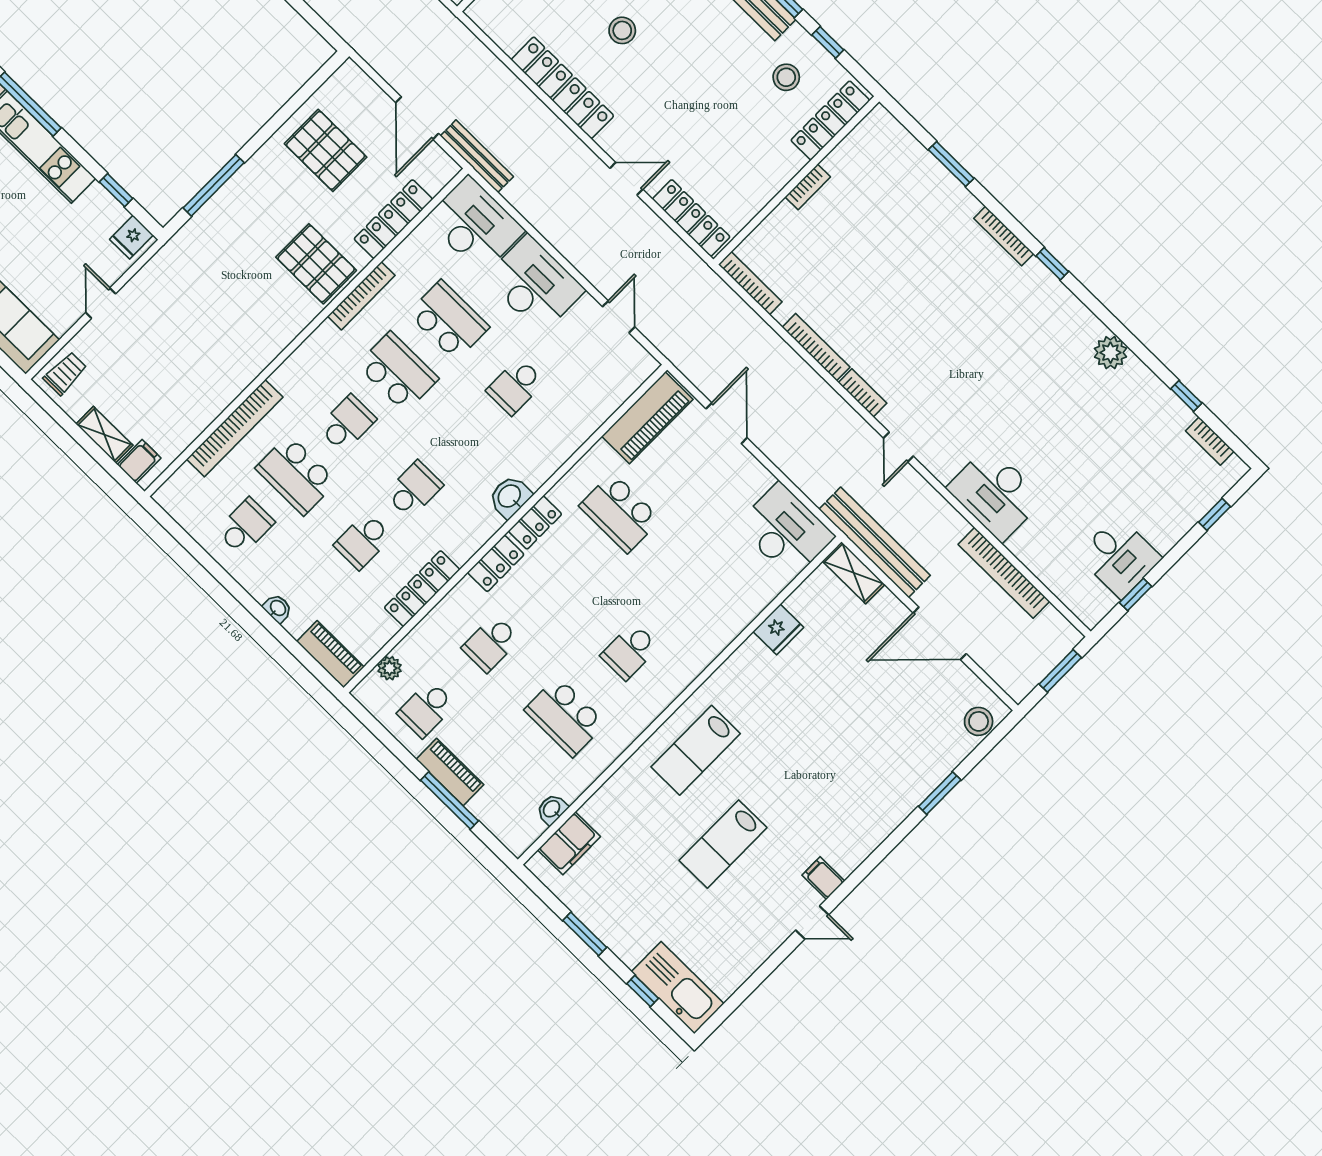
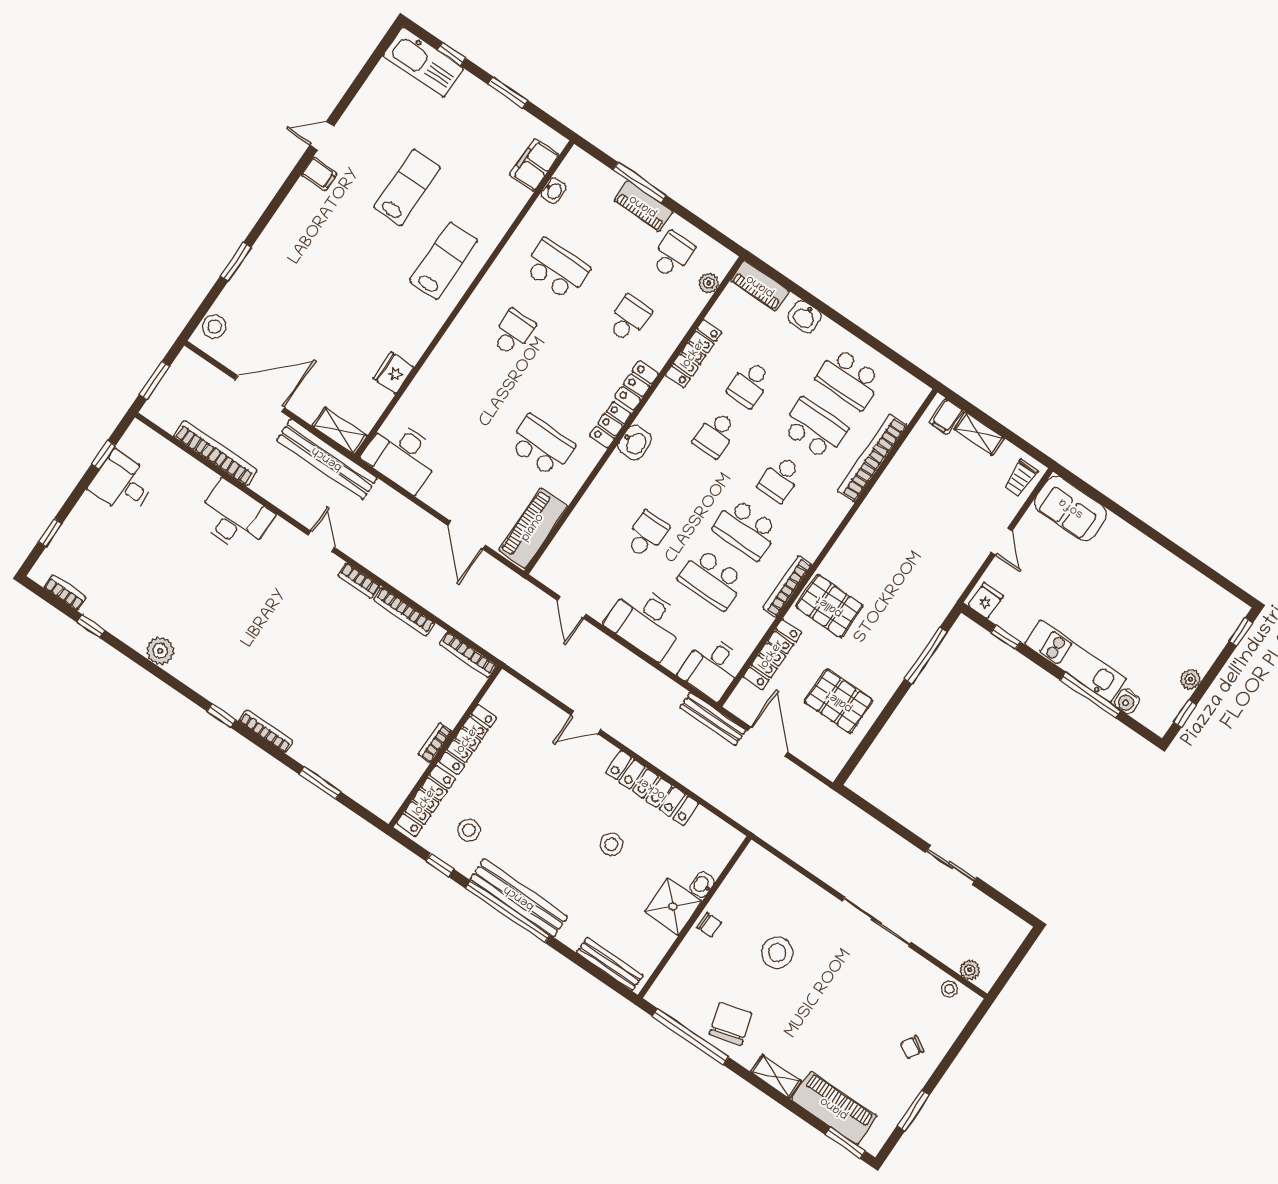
locker: (691, 218) -> (468, 740), moved, turned -90
desk: (475, 225) -> (712, 667), width x0.73
school desk: (245, 526) -> (849, 379), width x1.85
school desk: (363, 541) -> (749, 384), turned 180
washbasin: (278, 608) -> (804, 317), width x1.38, depth x1.45

